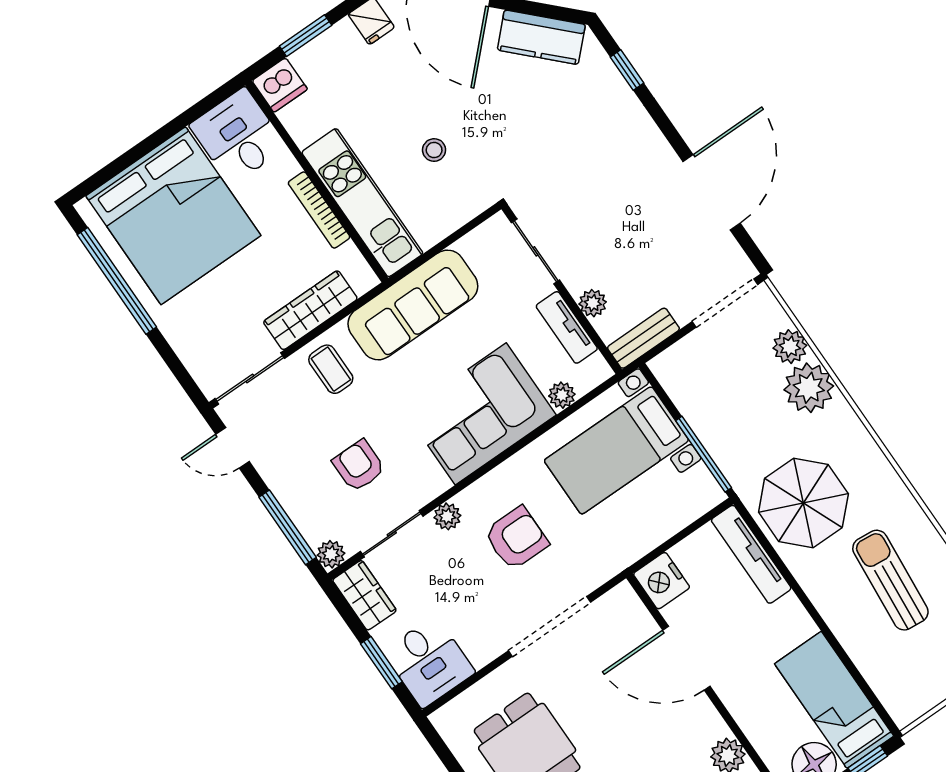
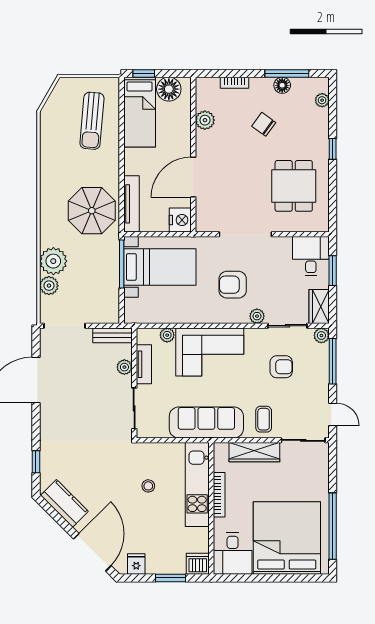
bed with nightstands: (616, 450) -> (160, 267), moved
armchair: (359, 466) -> (281, 367), turned -90
sun lounger: (890, 580) -> (92, 121), moved
door: (686, 658) -> (193, 177), swing flipped

